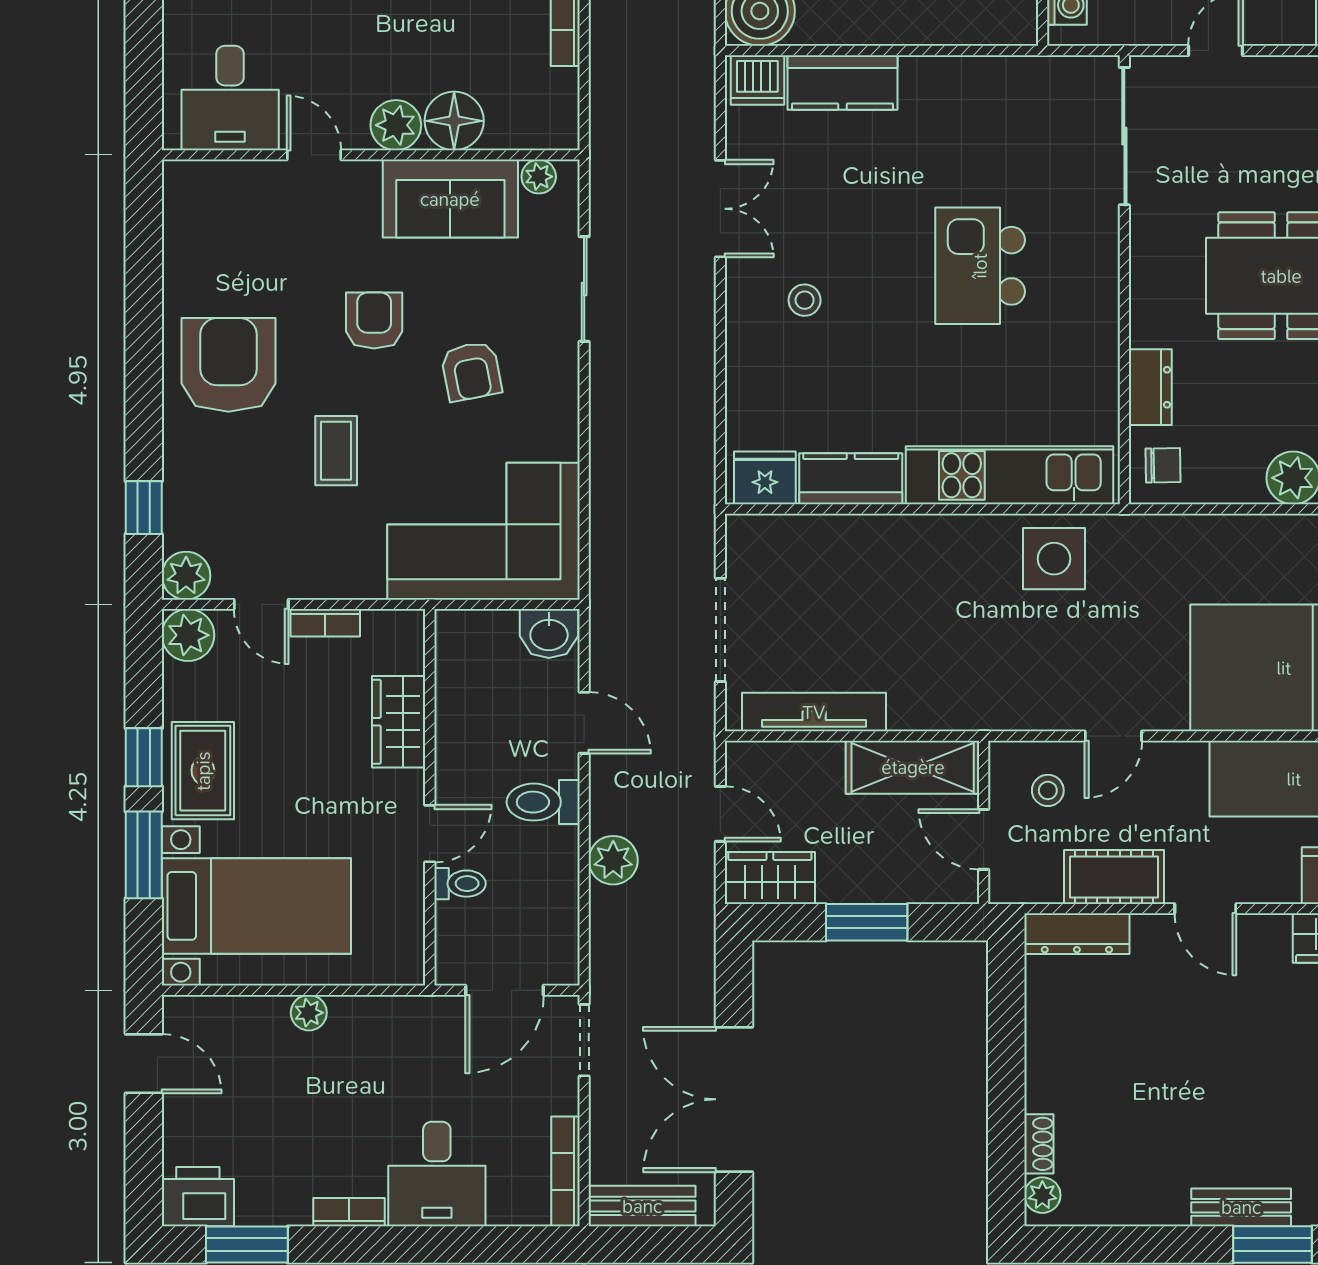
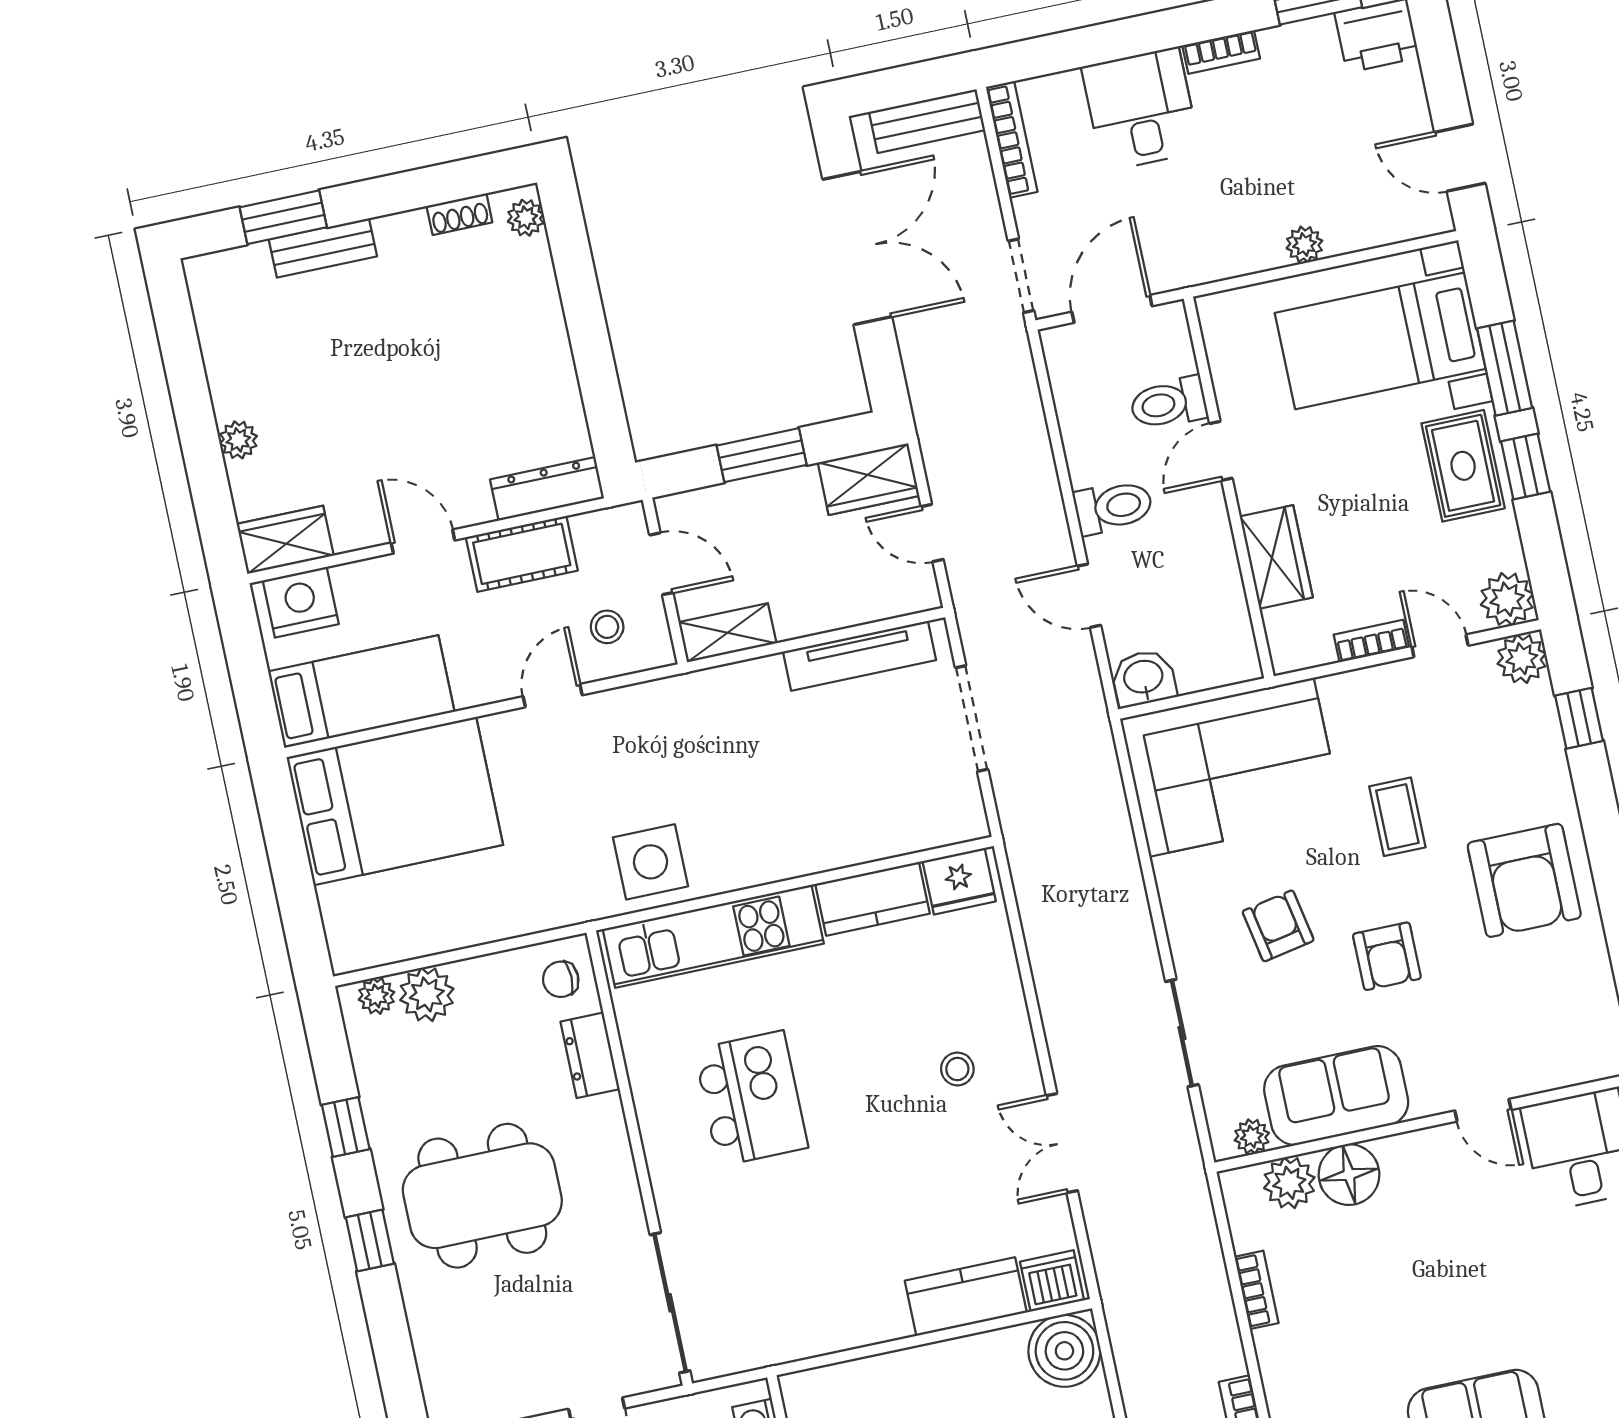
plant: (396, 125) -> (1289, 1183), moved
kitchen island: (980, 266) -> (751, 1098), moved
shelving: (913, 767) -> (727, 633), width x0.67, depth x0.75
plant: (613, 860) -> (1030, 463), removed
toilet: (460, 884) -> (1169, 403), width x1.37, depth x1.39
shoe rack: (1039, 1144) -> (459, 214), moved, turned -90

